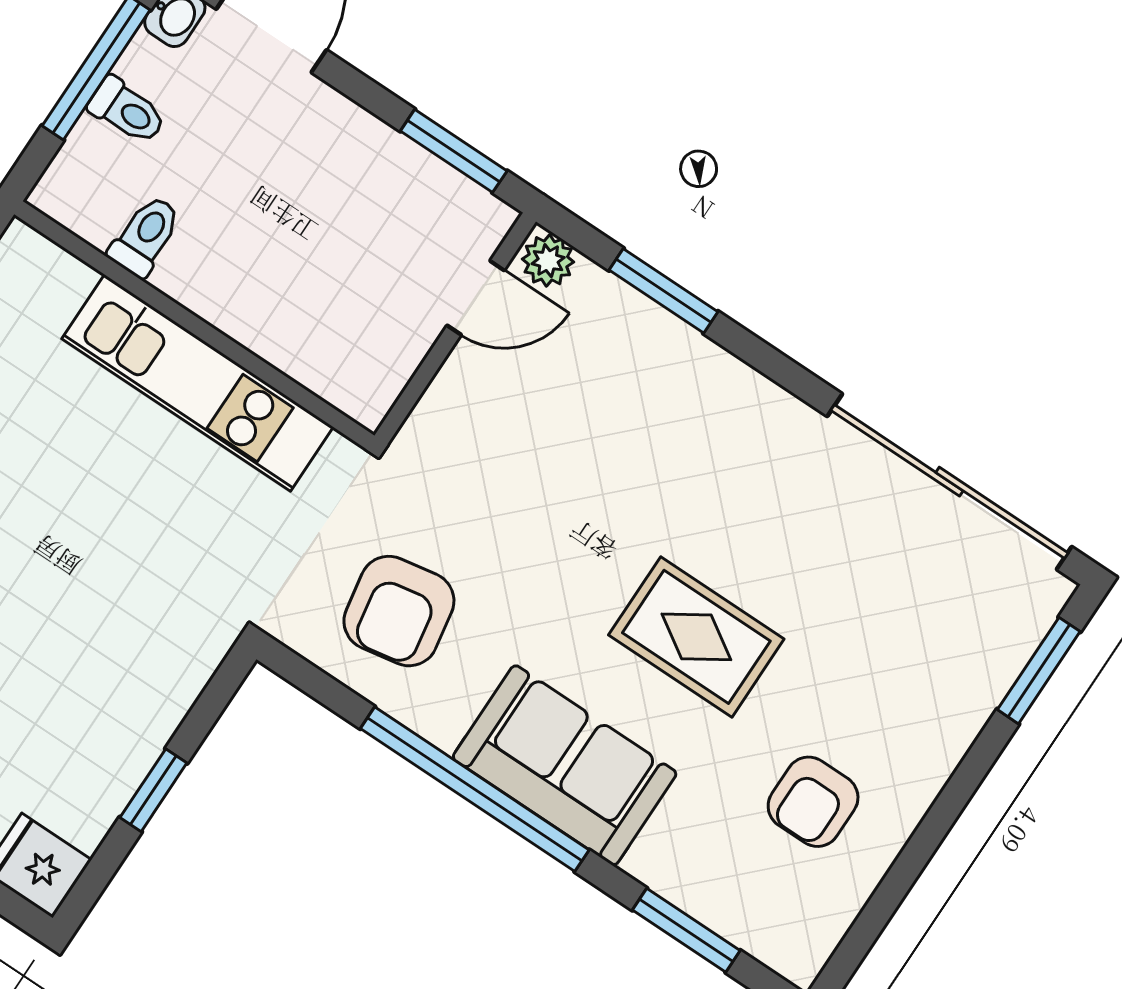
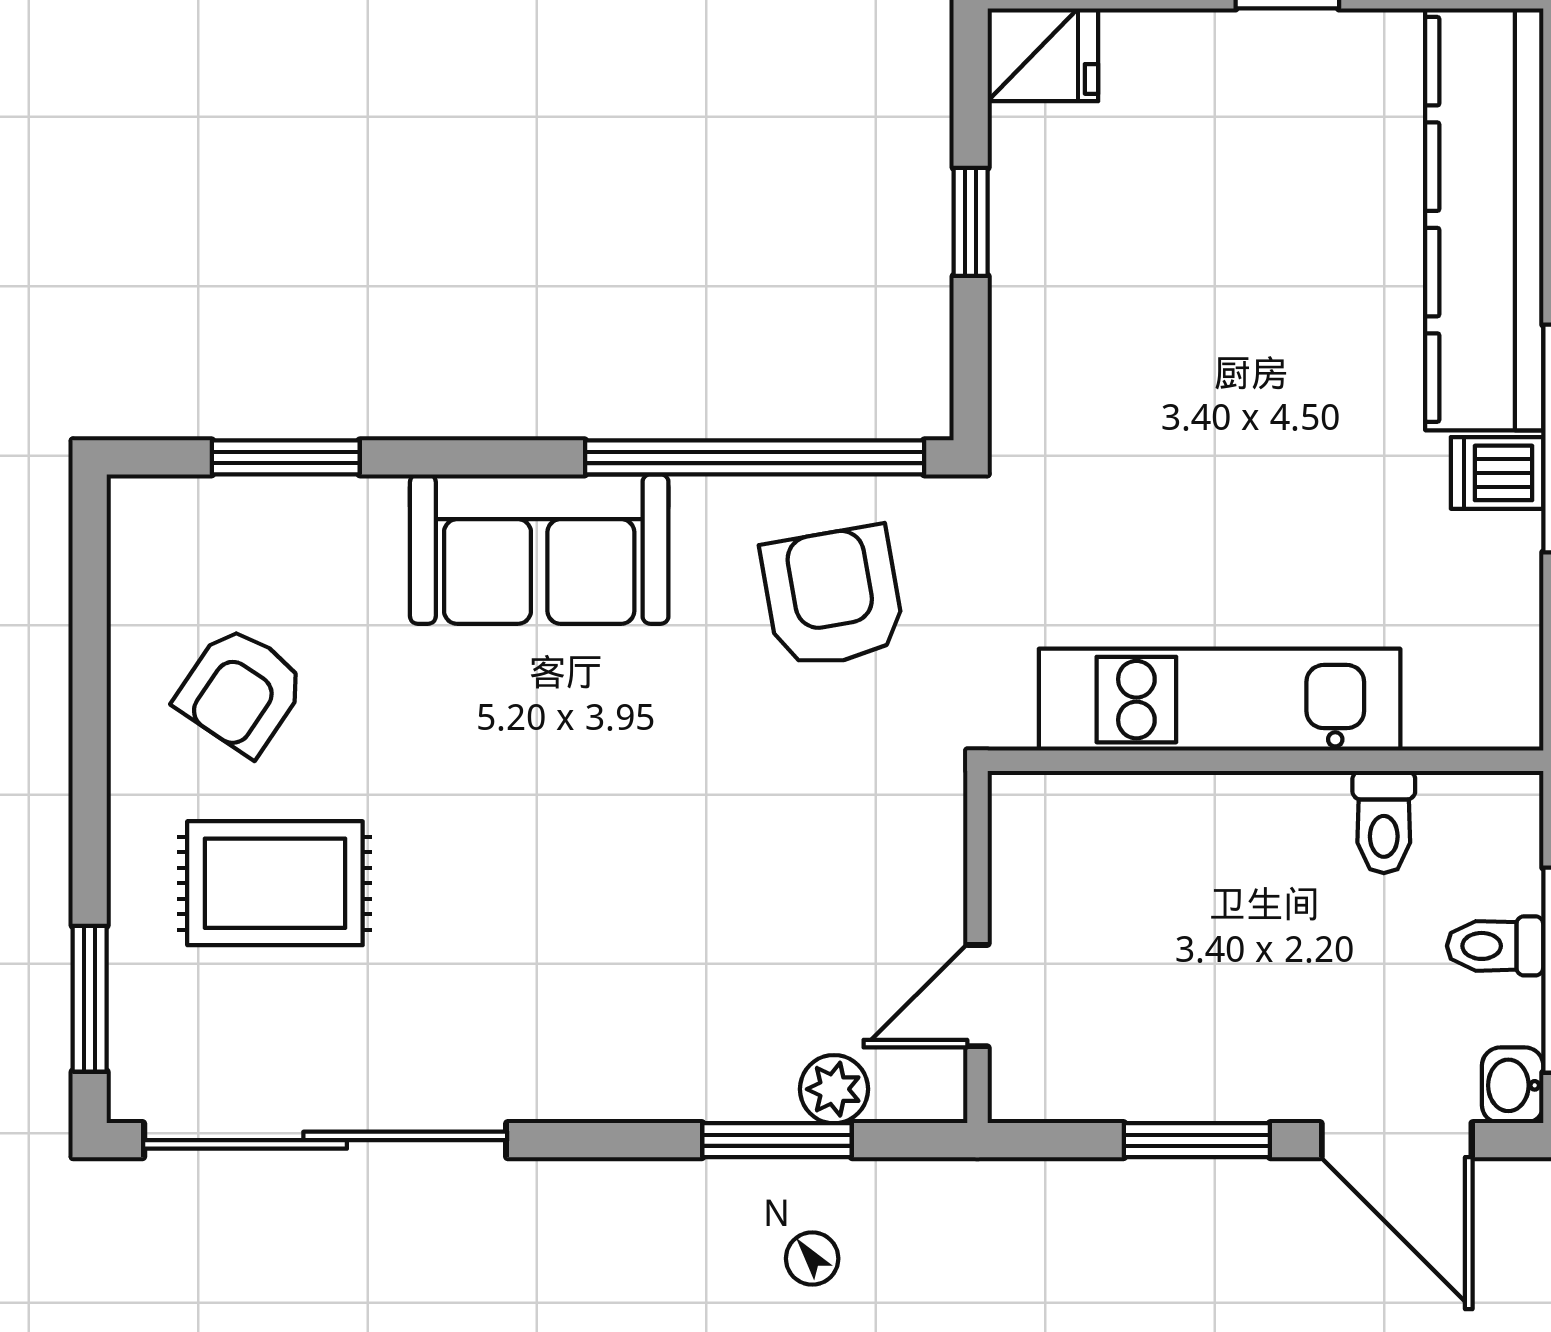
window: (454, 151) -> (1197, 1140), moved
plant: (548, 261) -> (834, 1089), moved
rug: (696, 637) -> (275, 883), moved
window: (475, 789) -> (755, 457), moved
armchair: (813, 802) -> (241, 691), turned -146

